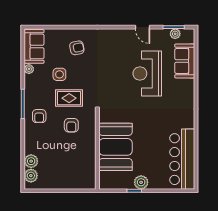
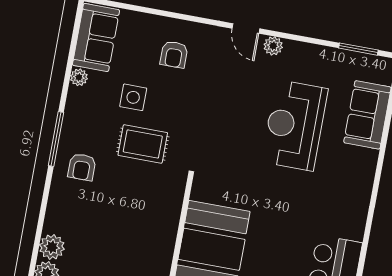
door: (143, 27) -> (246, 28), moved
plant: (175, 34) -> (273, 46), moved
armchair: (77, 48) -> (174, 54), turned 101
armchair: (71, 125) -> (138, 195), removed

